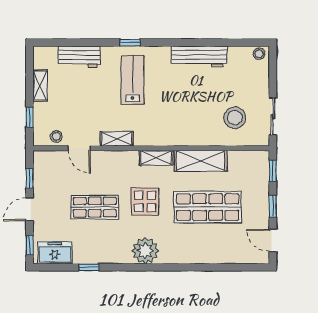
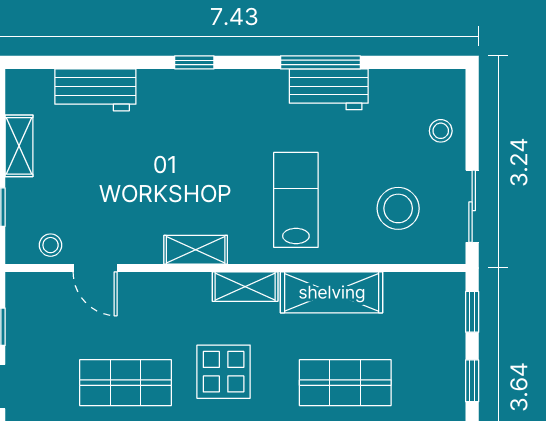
window: (195, 43) -> (320, 62), added
stool: (259, 54) -> (441, 131), moved
workbench: (199, 56) -> (329, 89), width x0.73
lab bench: (133, 80) -> (296, 200), moved
shelving: (117, 139) -> (196, 250), moved
shop shelf: (208, 207) -> (345, 383), width x0.70, depth x0.74

